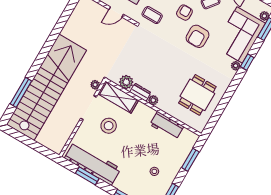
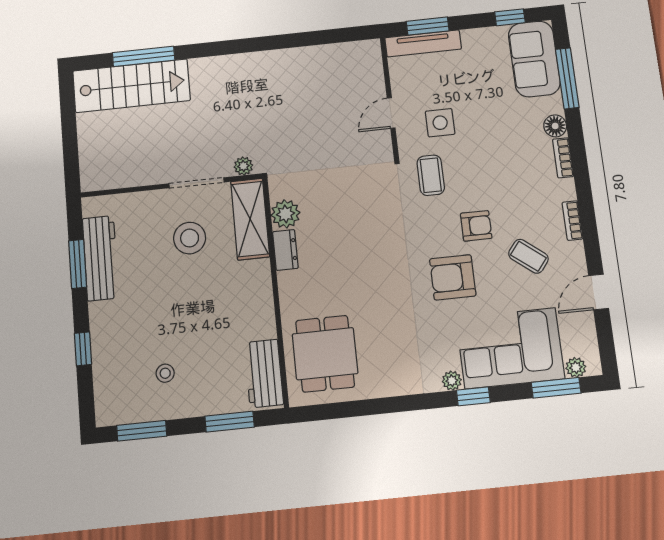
door: (116, 12) -> (391, 113), hinge flipped
stairs: (47, 87) -> (131, 86), width x0.54, depth x0.66
dining table: (197, 95) -> (325, 354), moved, turned 90
plant: (153, 100) -> (288, 282), removed
workbench: (167, 126) -> (264, 373), moved
workbench: (93, 163) -> (101, 258), width x0.73, depth x0.76

